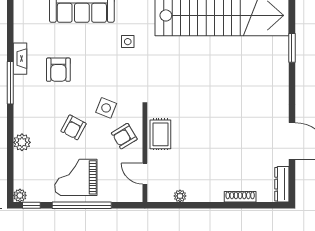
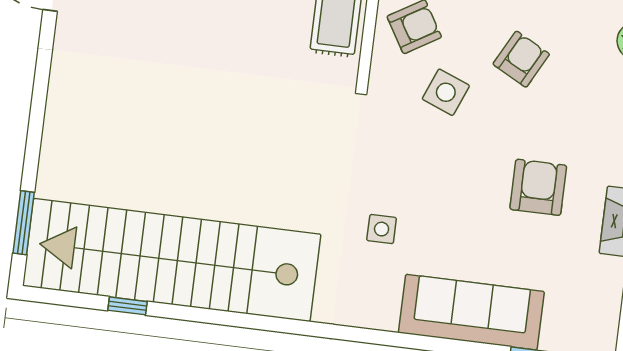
window: (292, 48) -> (24, 223), moved

